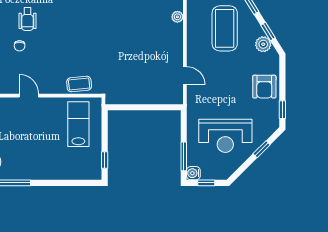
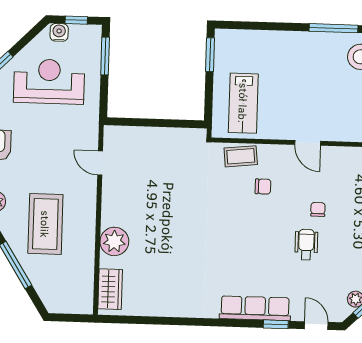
plant: (177, 17) -> (114, 241), width x1.88, depth x1.88
chair: (62, 62) -> (263, 186), added
window: (105, 160) -> (210, 55), width x1.50
water cooler: (193, 173) -> (59, 32), moved, turned -90

